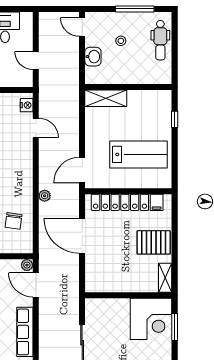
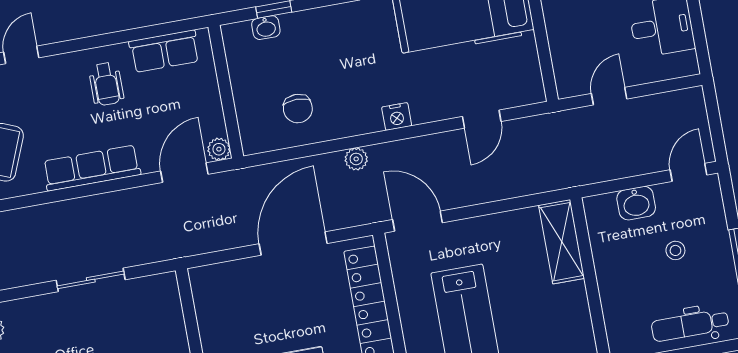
nightstand: (27, 105) -> (397, 116), moved
chair: (13, 221) -> (298, 109), turned -98

